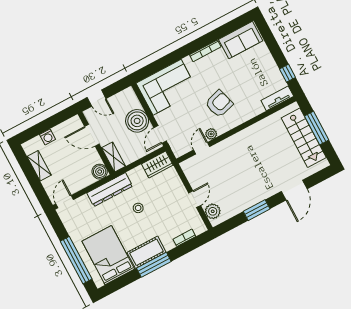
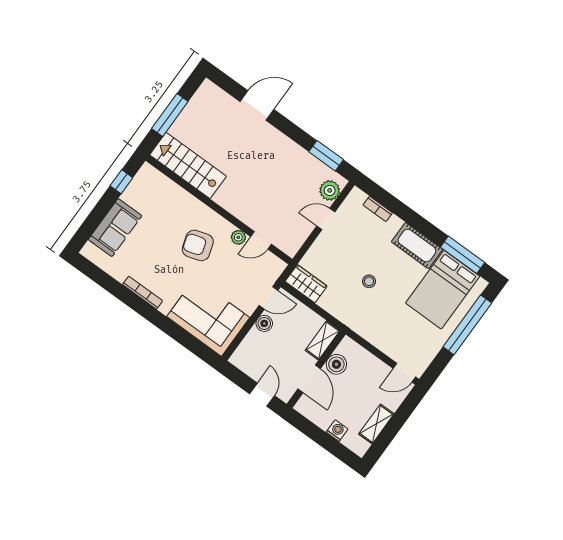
sofa: (241, 40) -> (115, 228), moved, turned 90
tv unit: (277, 98) -> (157, 179), removed
boiler: (137, 121) -> (264, 323), width x0.54, depth x0.54
stairs: (304, 138) -> (188, 166), moved, turned -90
boiler: (100, 172) -> (336, 364), moved
dresser: (110, 190) -> (364, 326), removed
window: (257, 210) -> (326, 156), moved
window: (154, 265) -> (463, 255), moved

